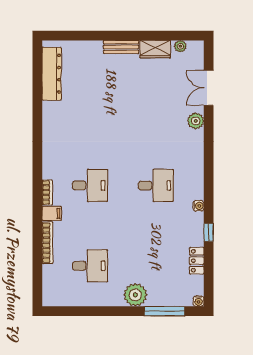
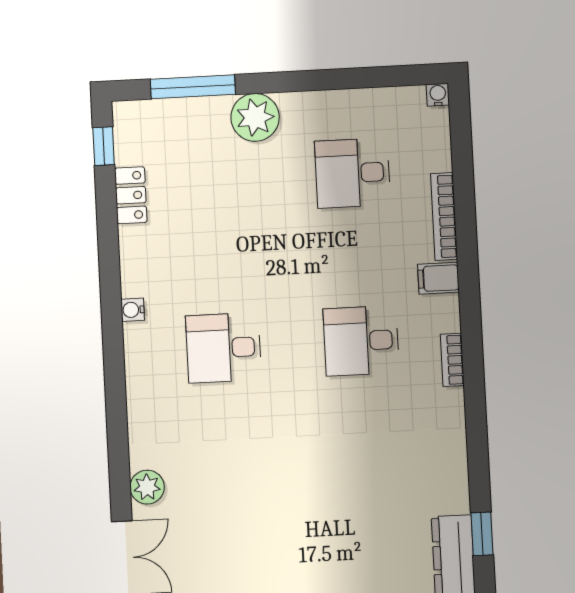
window: (37, 91) -> (482, 534), added
bookcase: (47, 192) -> (452, 360), moved
window: (209, 232) -> (104, 146), moved
water cooler: (199, 301) -> (438, 95), moved

